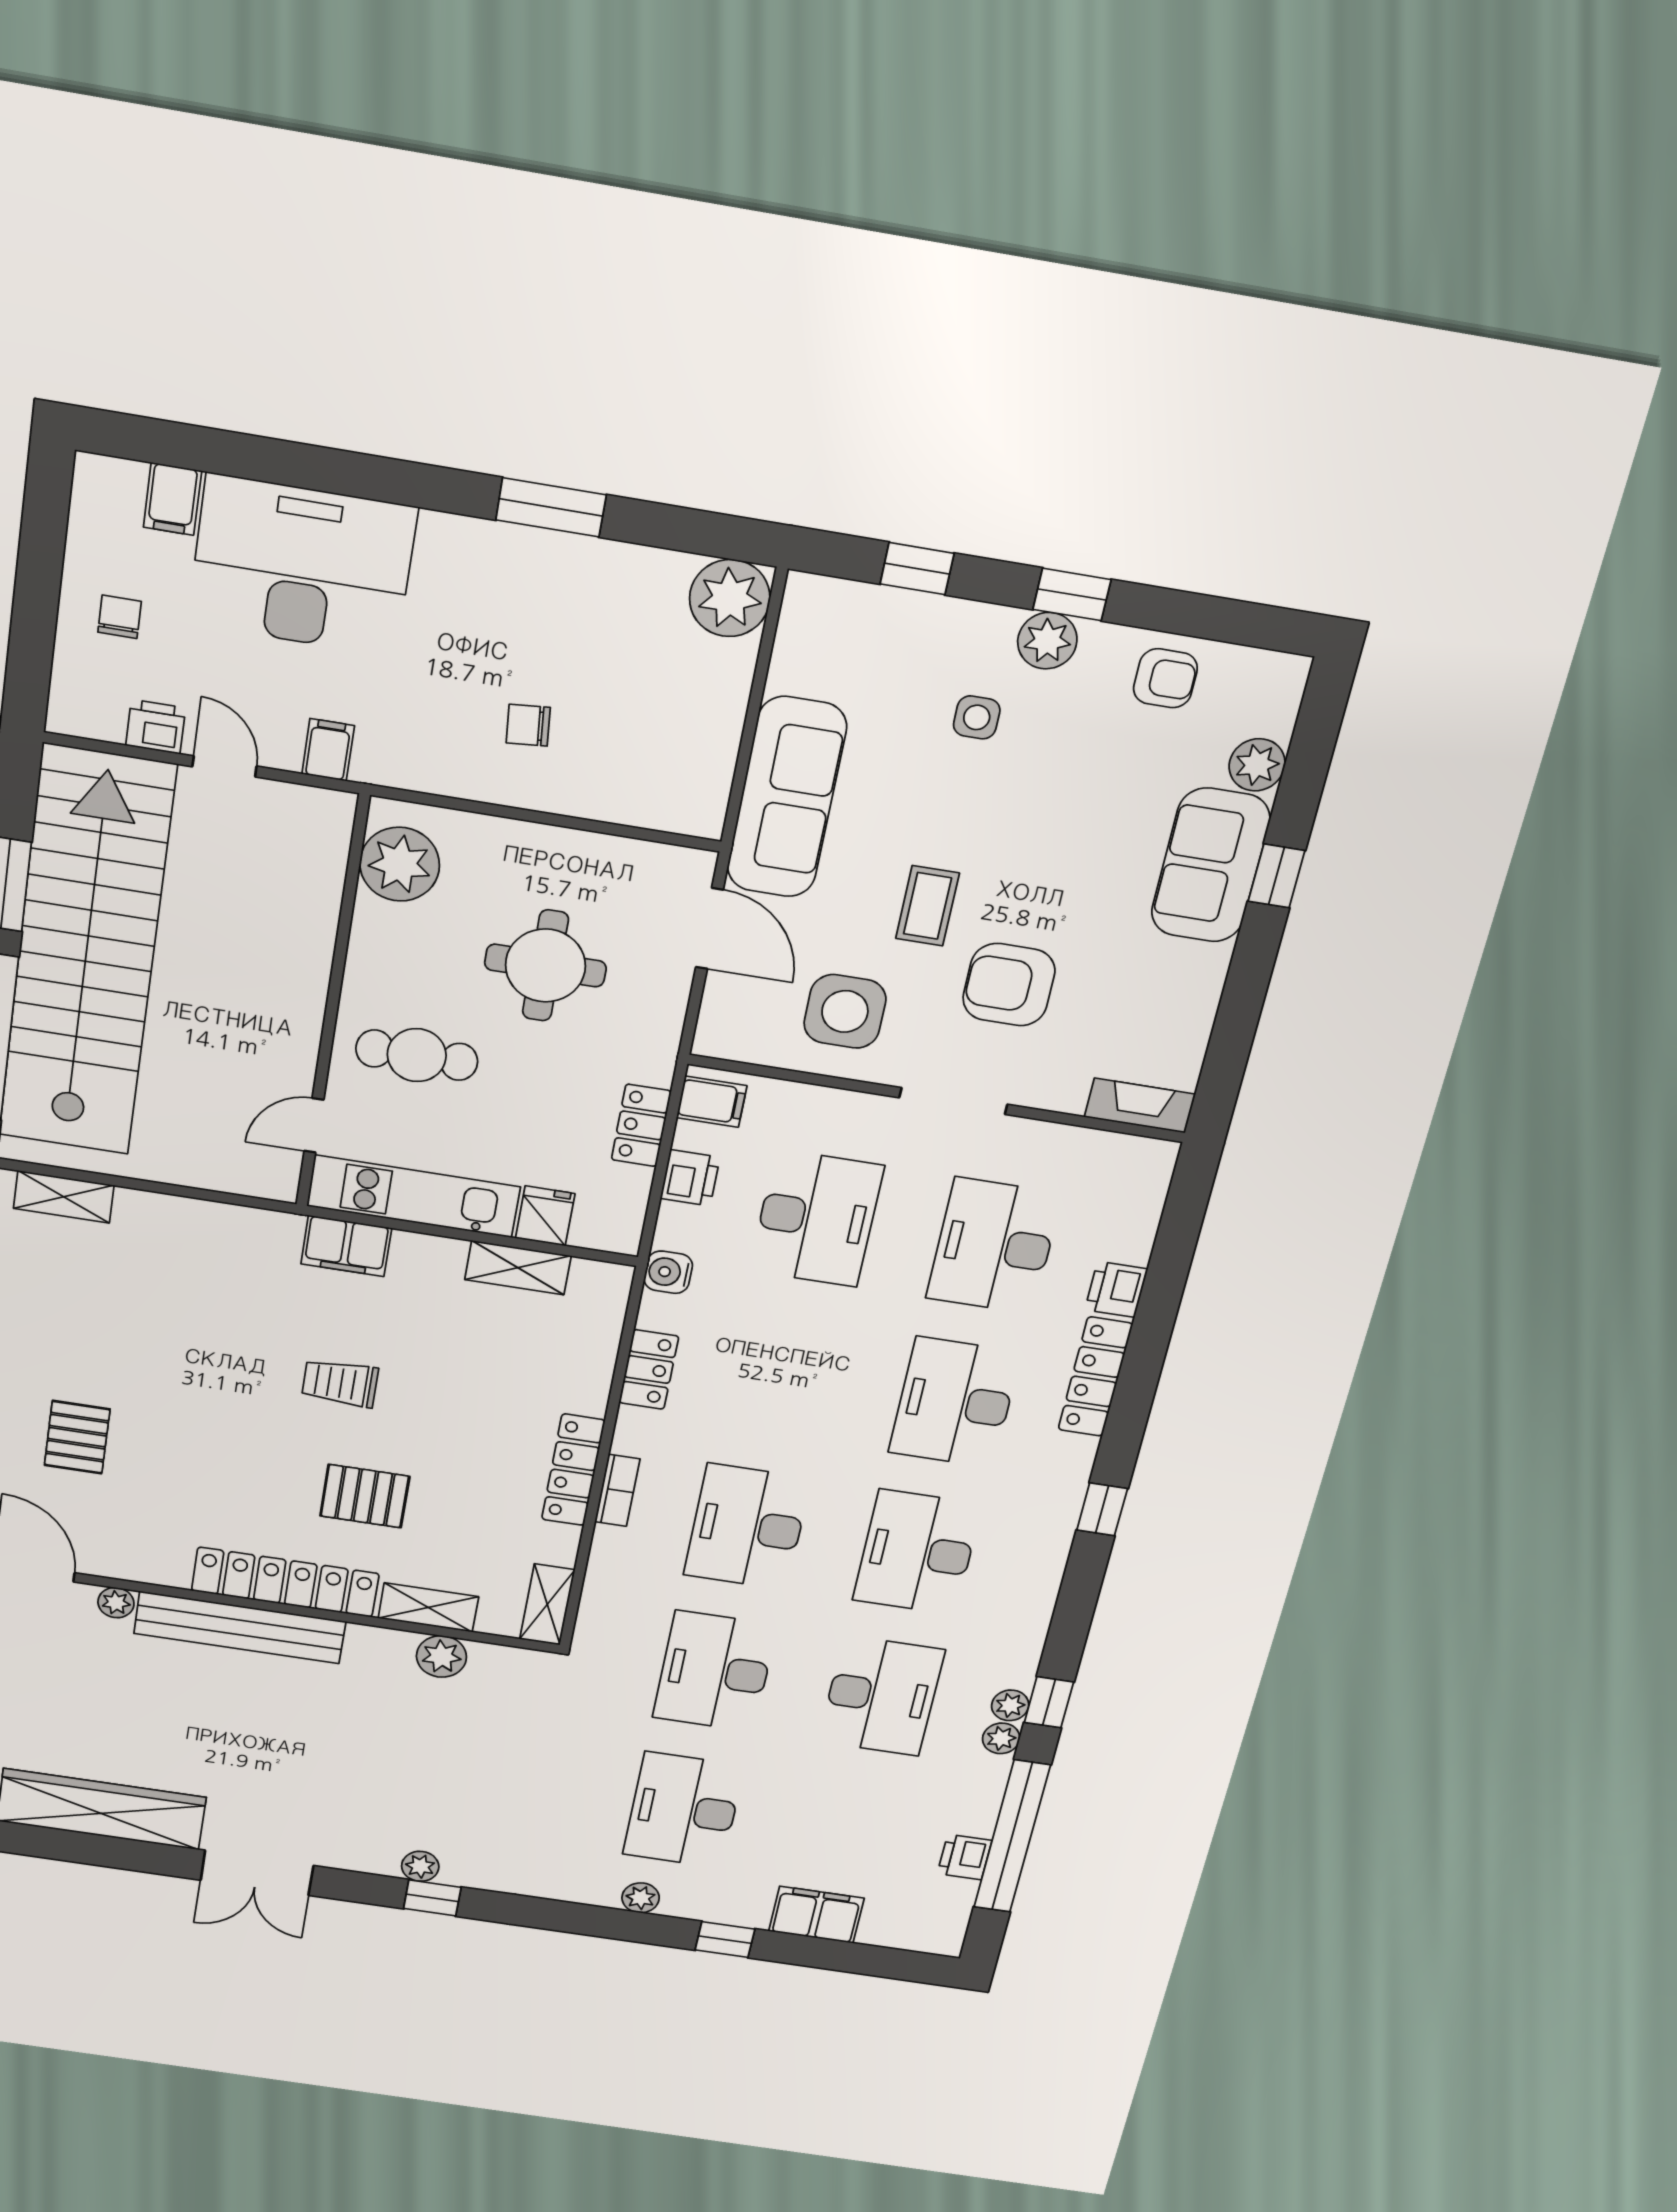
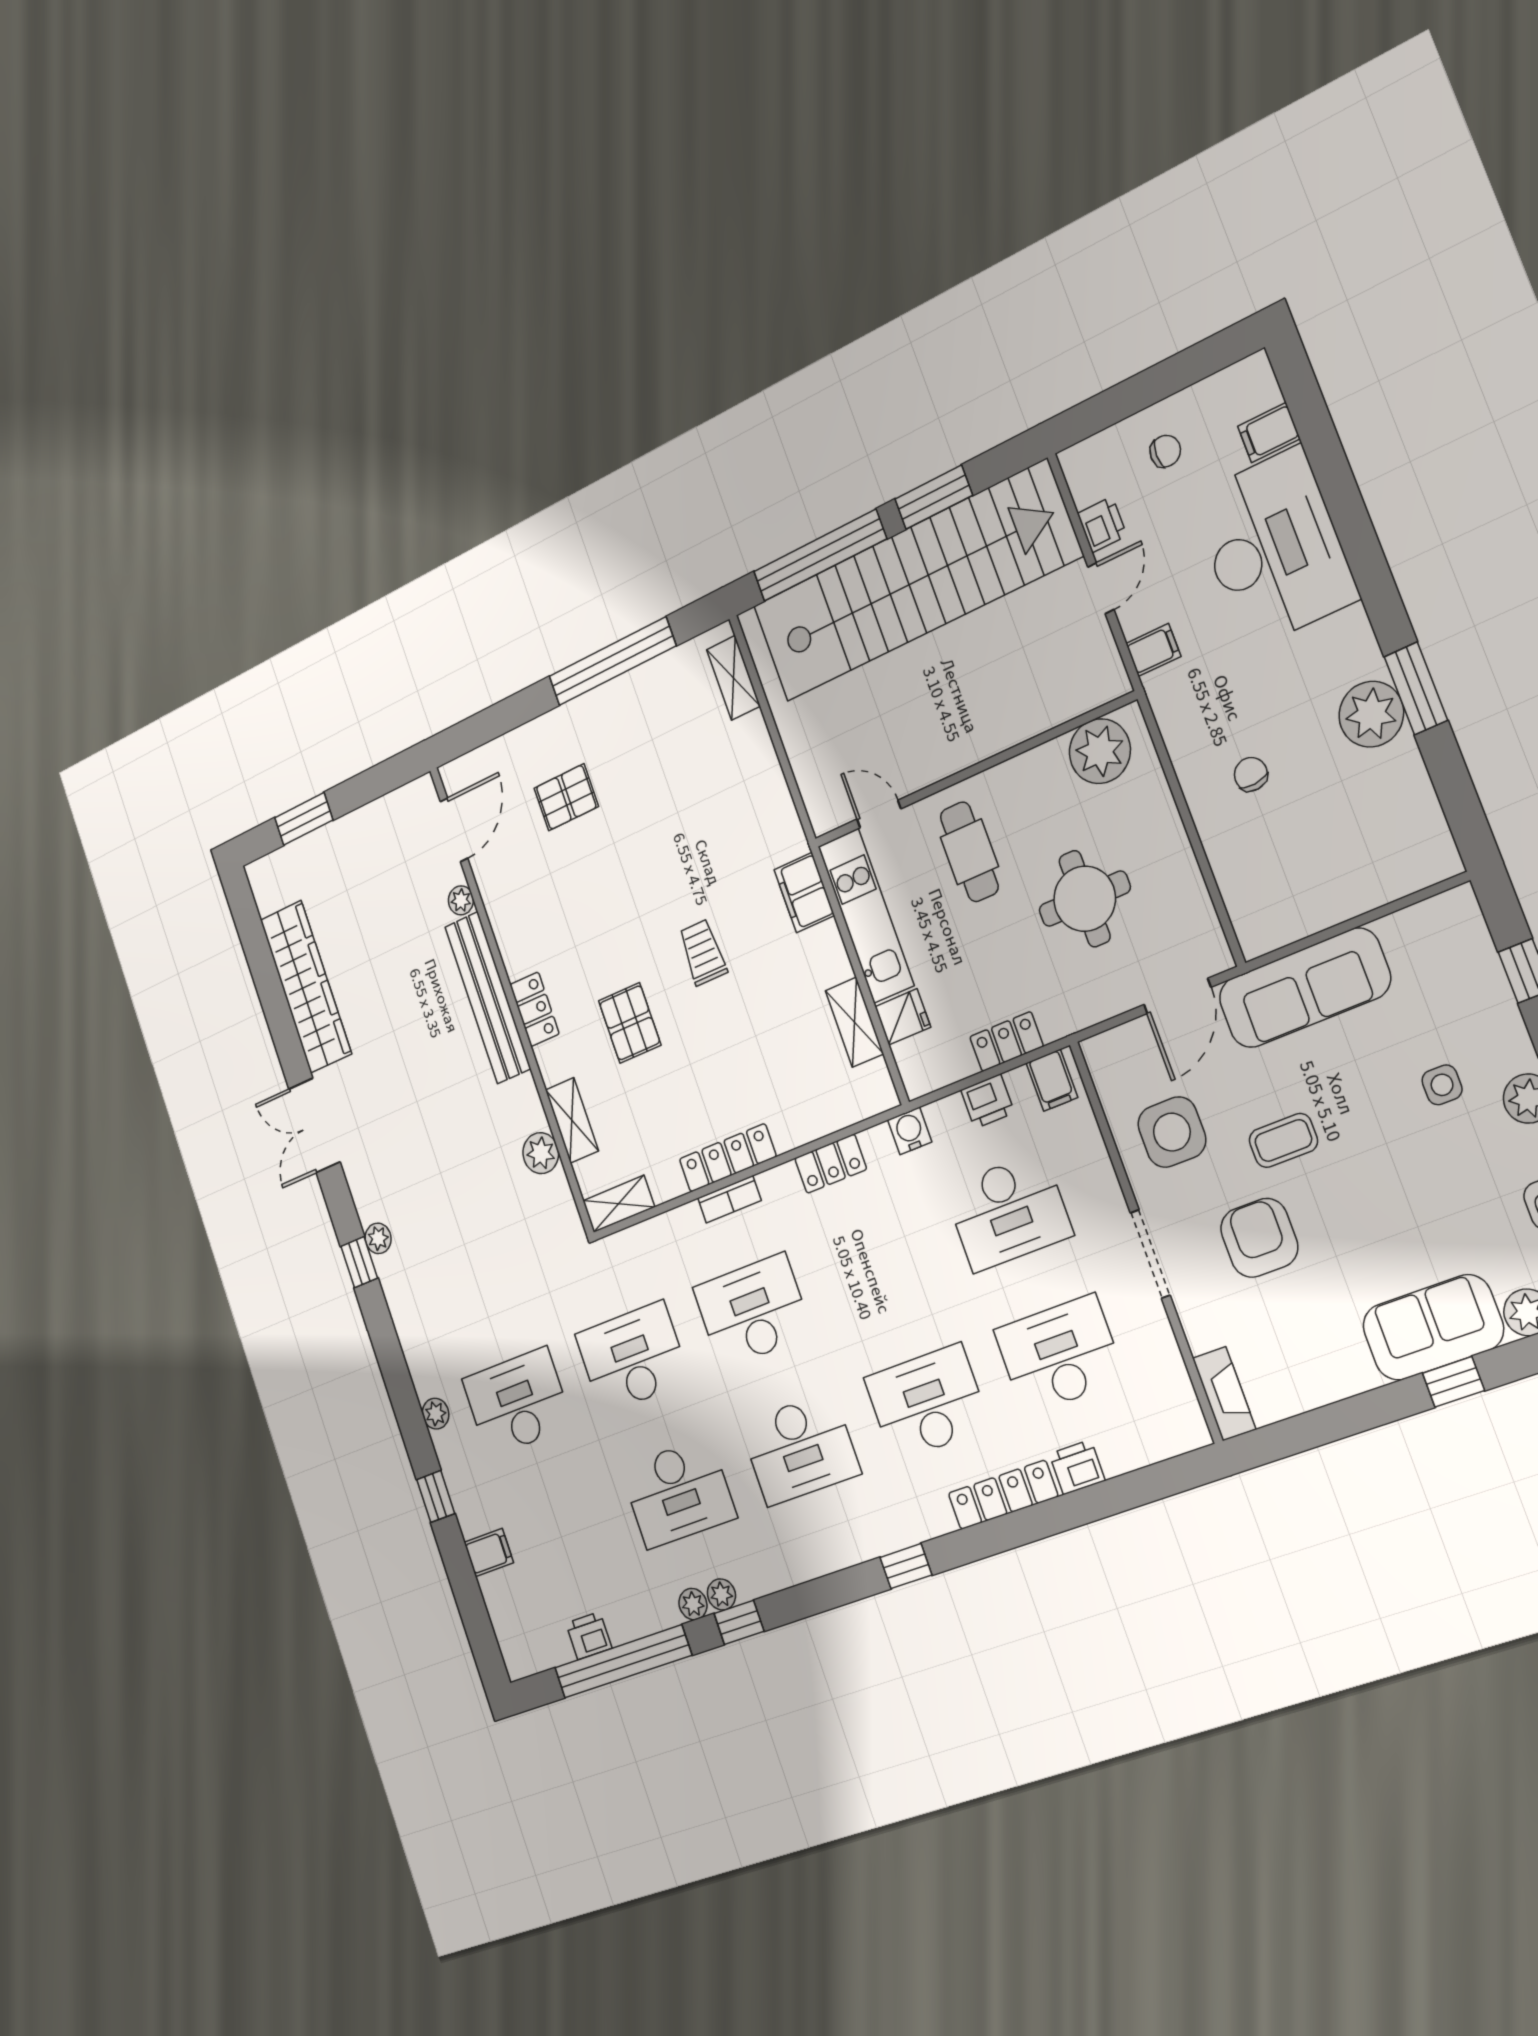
plant: (730, 598) -> (1371, 714), moved
desk: (917, 1552) -> (800, 1449), turned 180
locker: (285, 1582) -> (534, 1009), width x0.46, depth x0.83
filing cabinet: (816, 1915) -> (489, 1553), width x0.50

